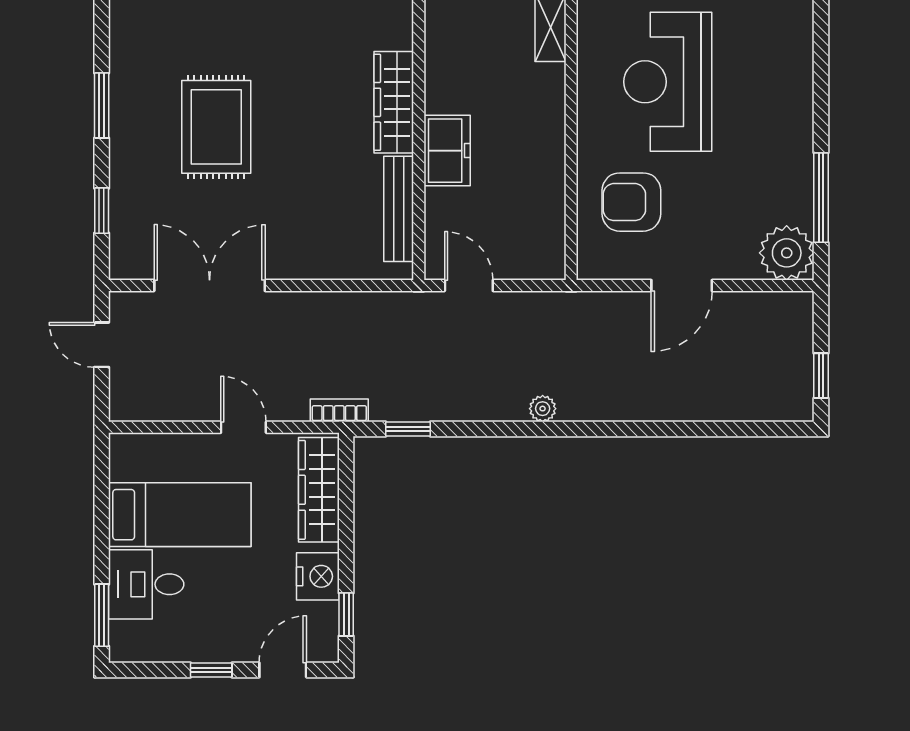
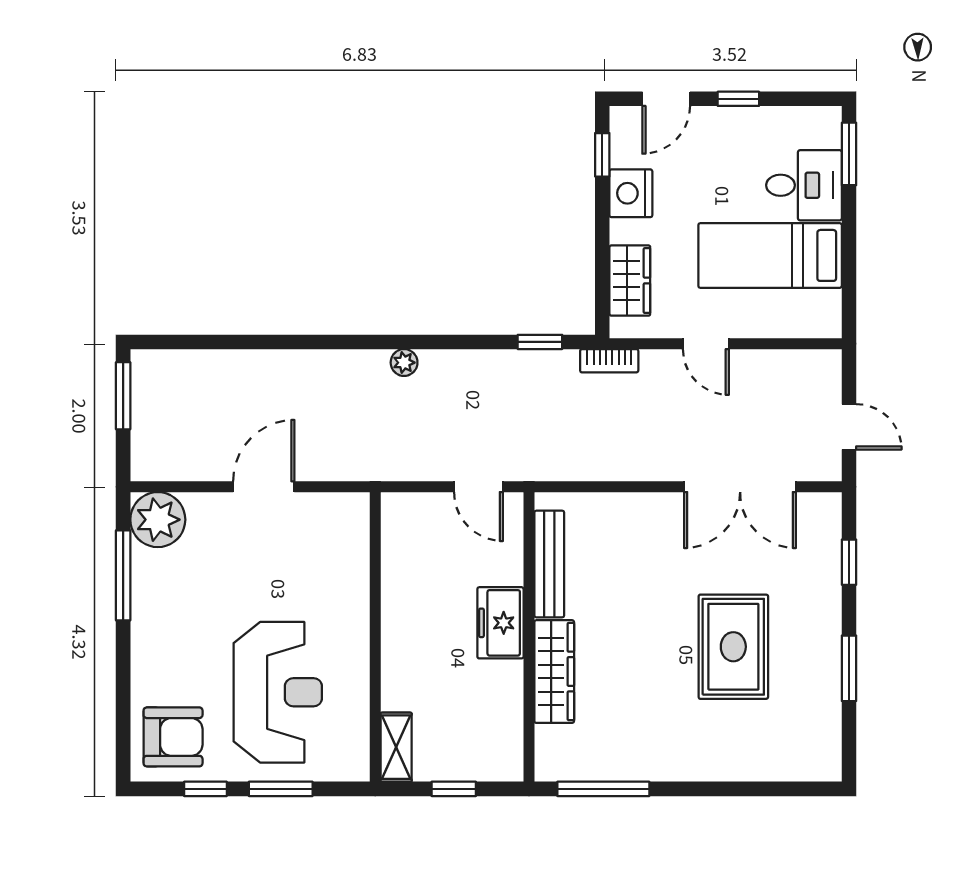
armchair: (631, 202) -> (173, 737), moved
window: (821, 376) -> (123, 396), width x1.50
wardrobe: (319, 490) -> (630, 281), width x0.67

